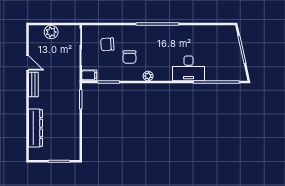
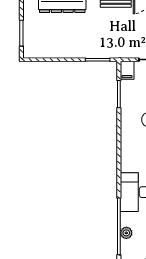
plant: (148, 76) -> (126, 233), moved

